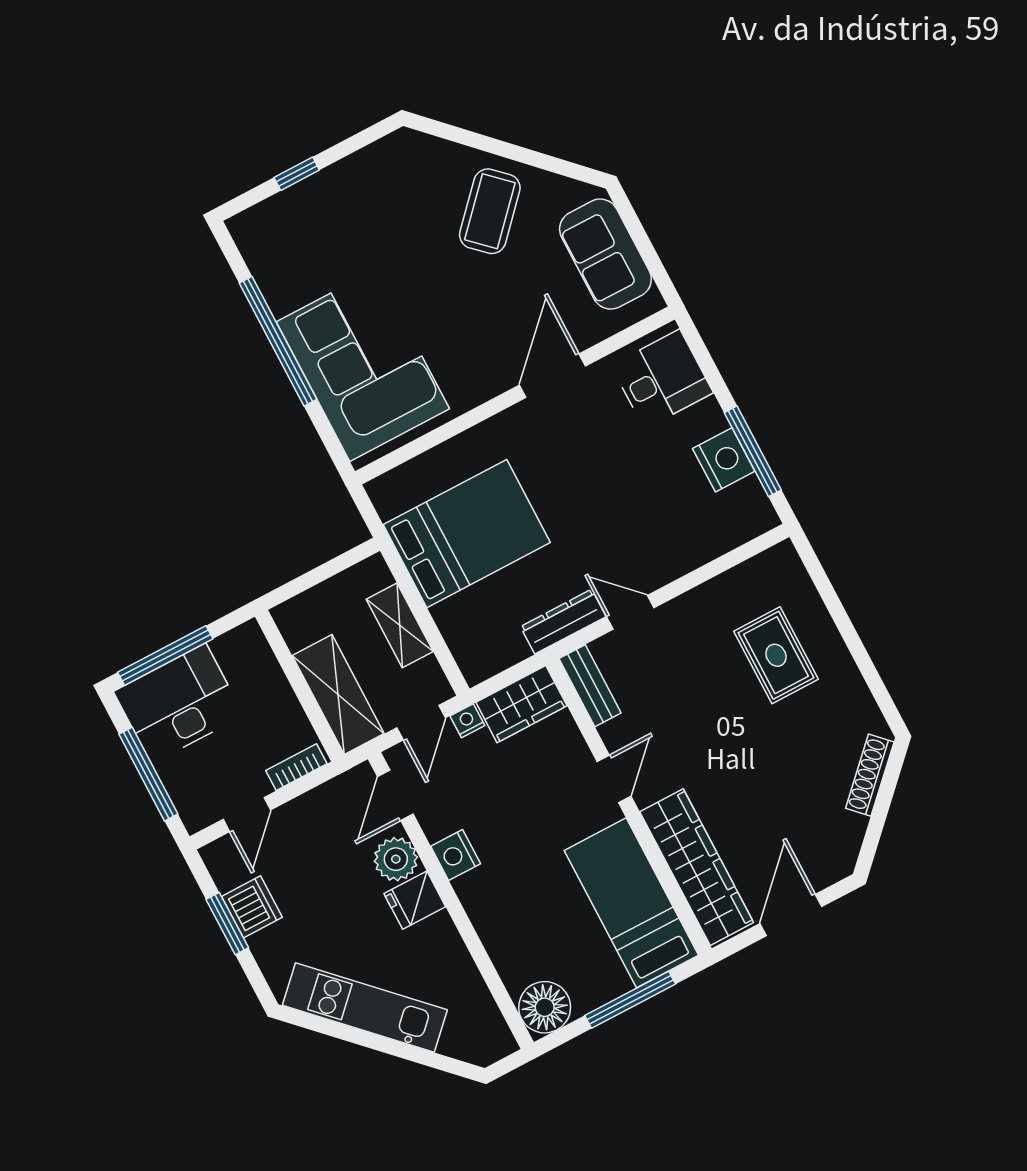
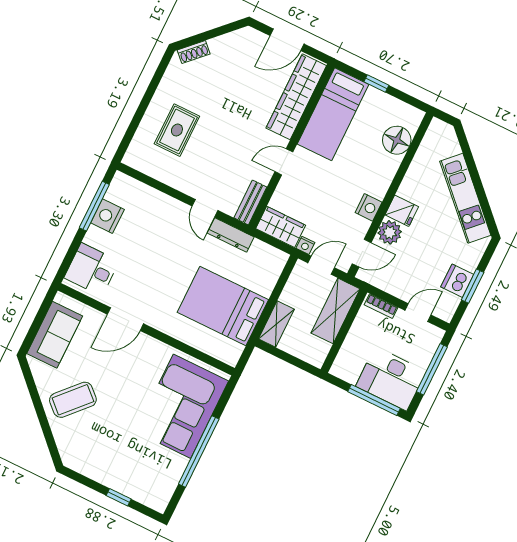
shelving: (400, 625) -> (276, 324), moved
shoe rack: (870, 775) -> (194, 52), width x0.70
window: (630, 1000) -> (376, 83), width x0.46
floor lamp: (545, 1007) -> (397, 140), moved

